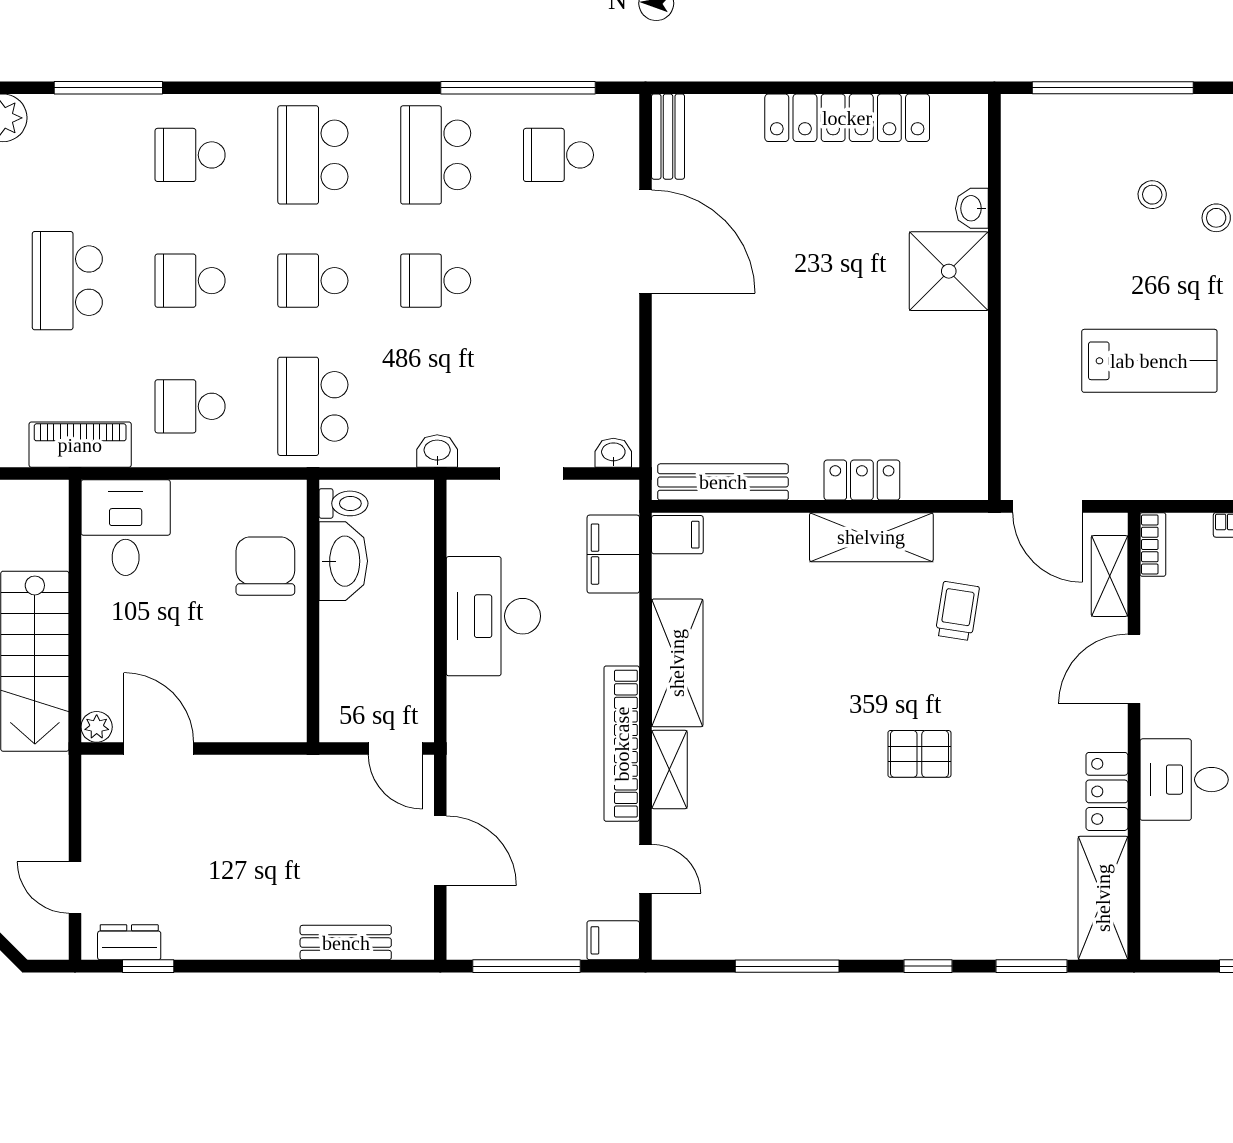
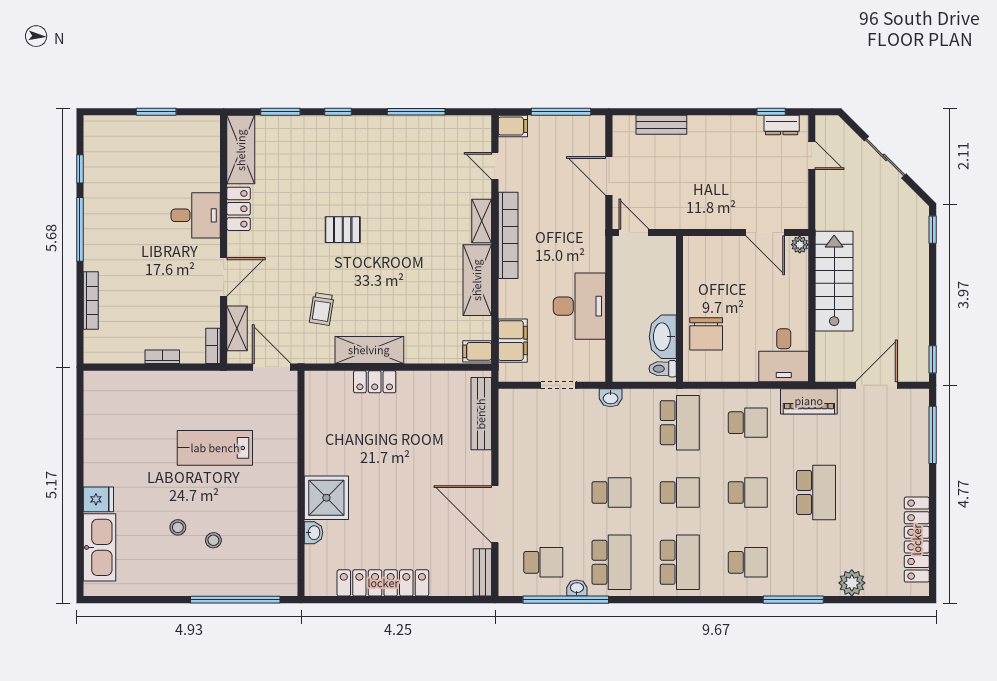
washbasin: (613, 453) -> (577, 588), moved, turned 180
bench: (723, 482) -> (481, 414), moved, turned 90

